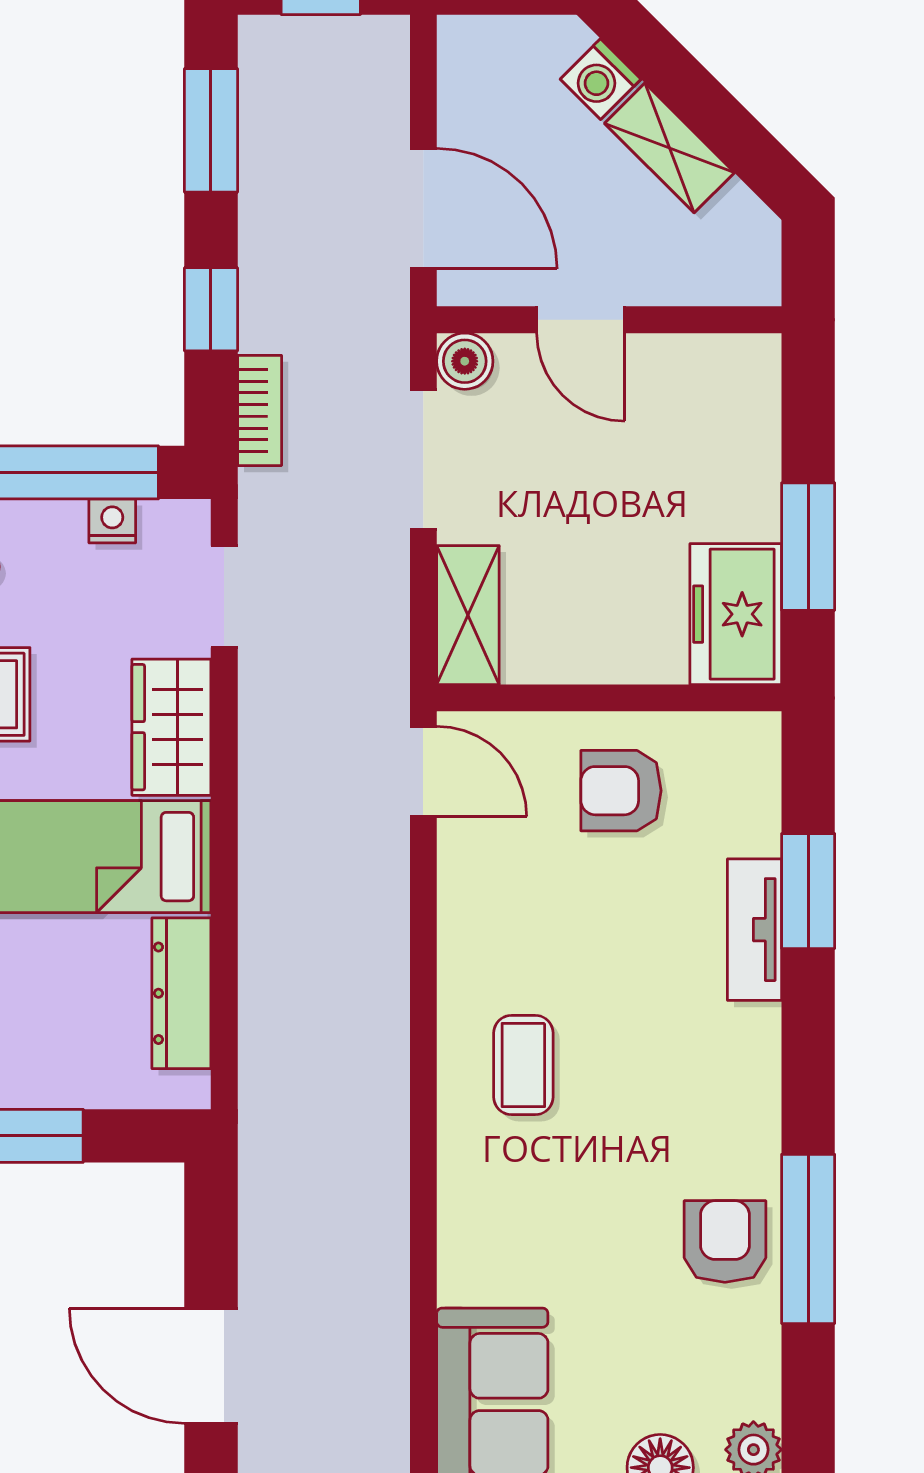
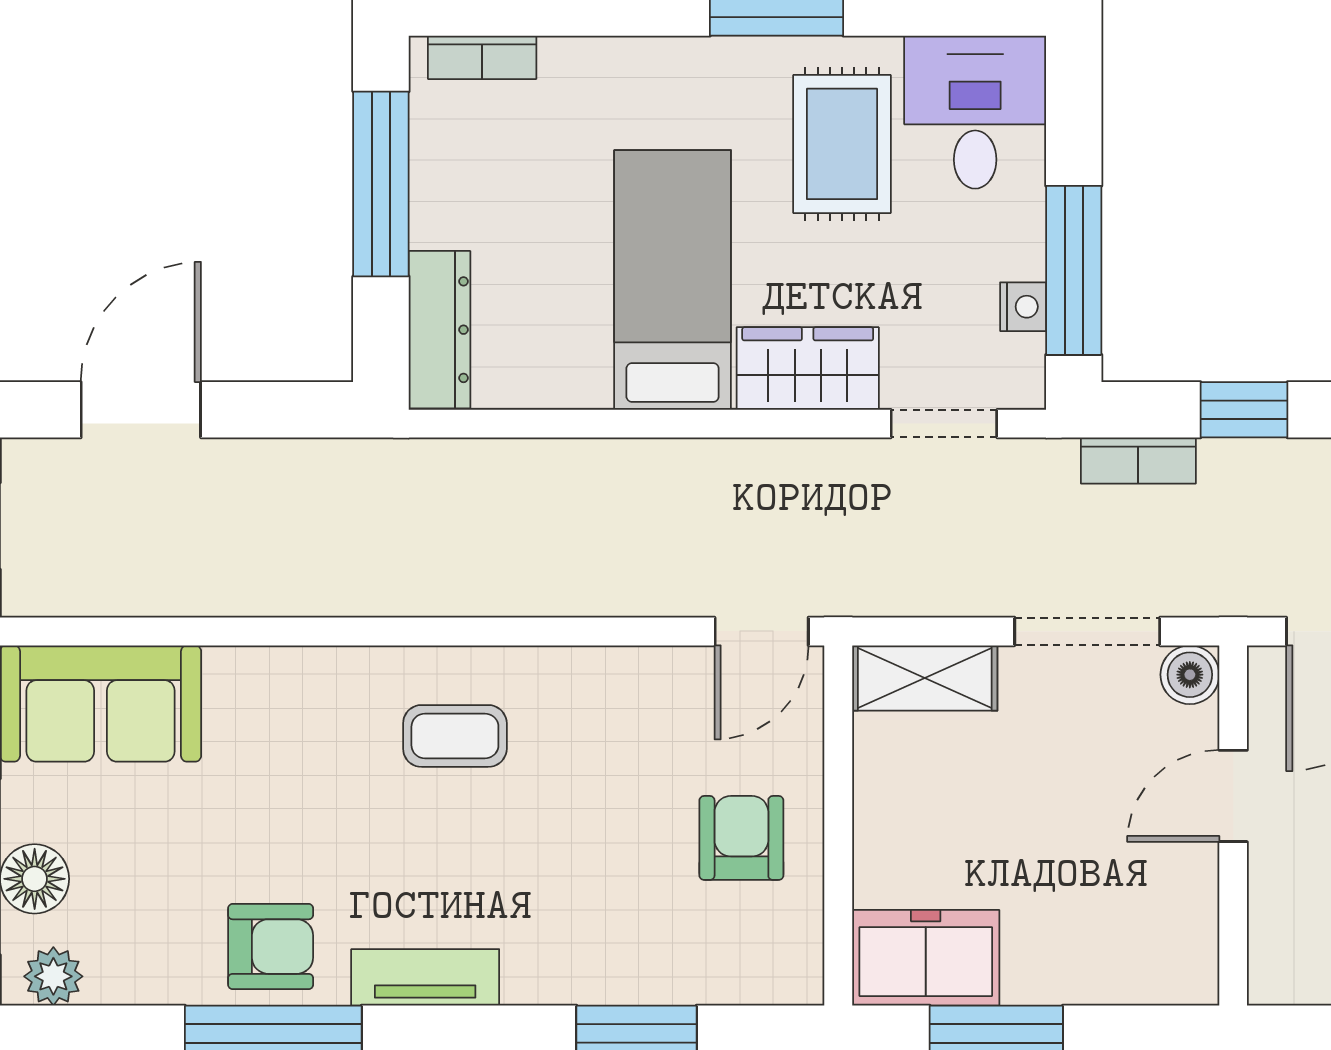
tv unit: (755, 930) -> (425, 977), moved
dresser: (181, 993) -> (439, 330), moved, turned 90

